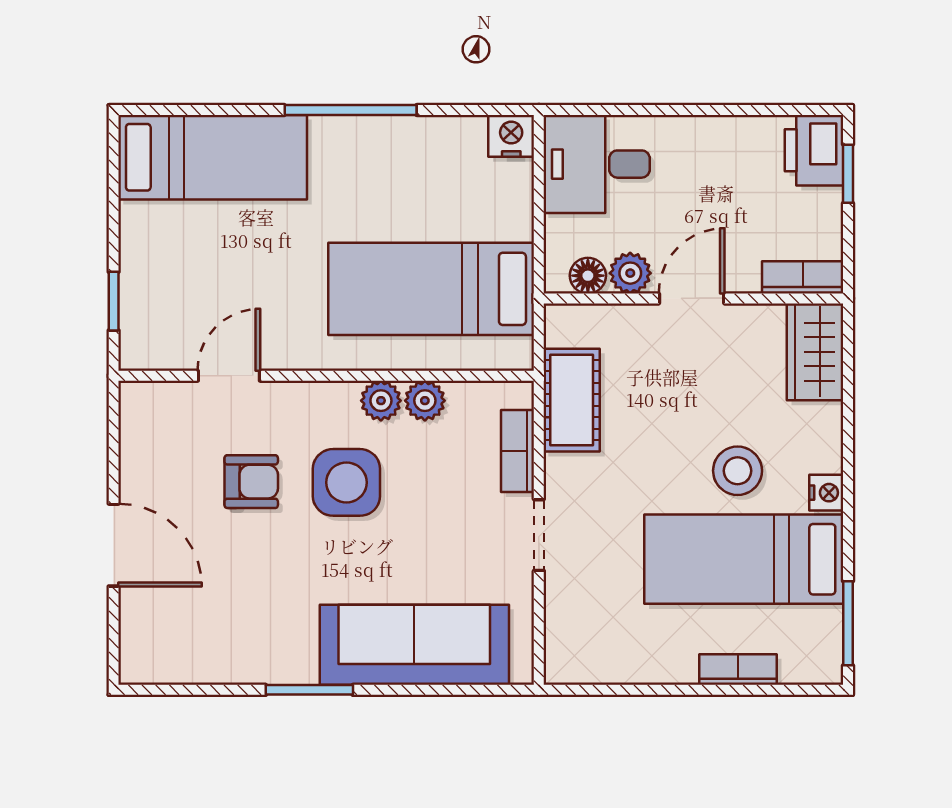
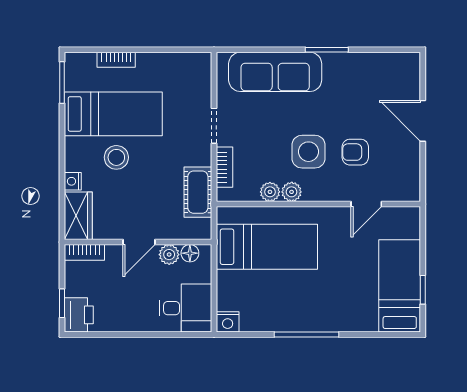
bed: (213, 157) -> (400, 286), moved, turned 90
window: (114, 301) -> (423, 290), moved
nightstand: (826, 493) -> (73, 181), moved

